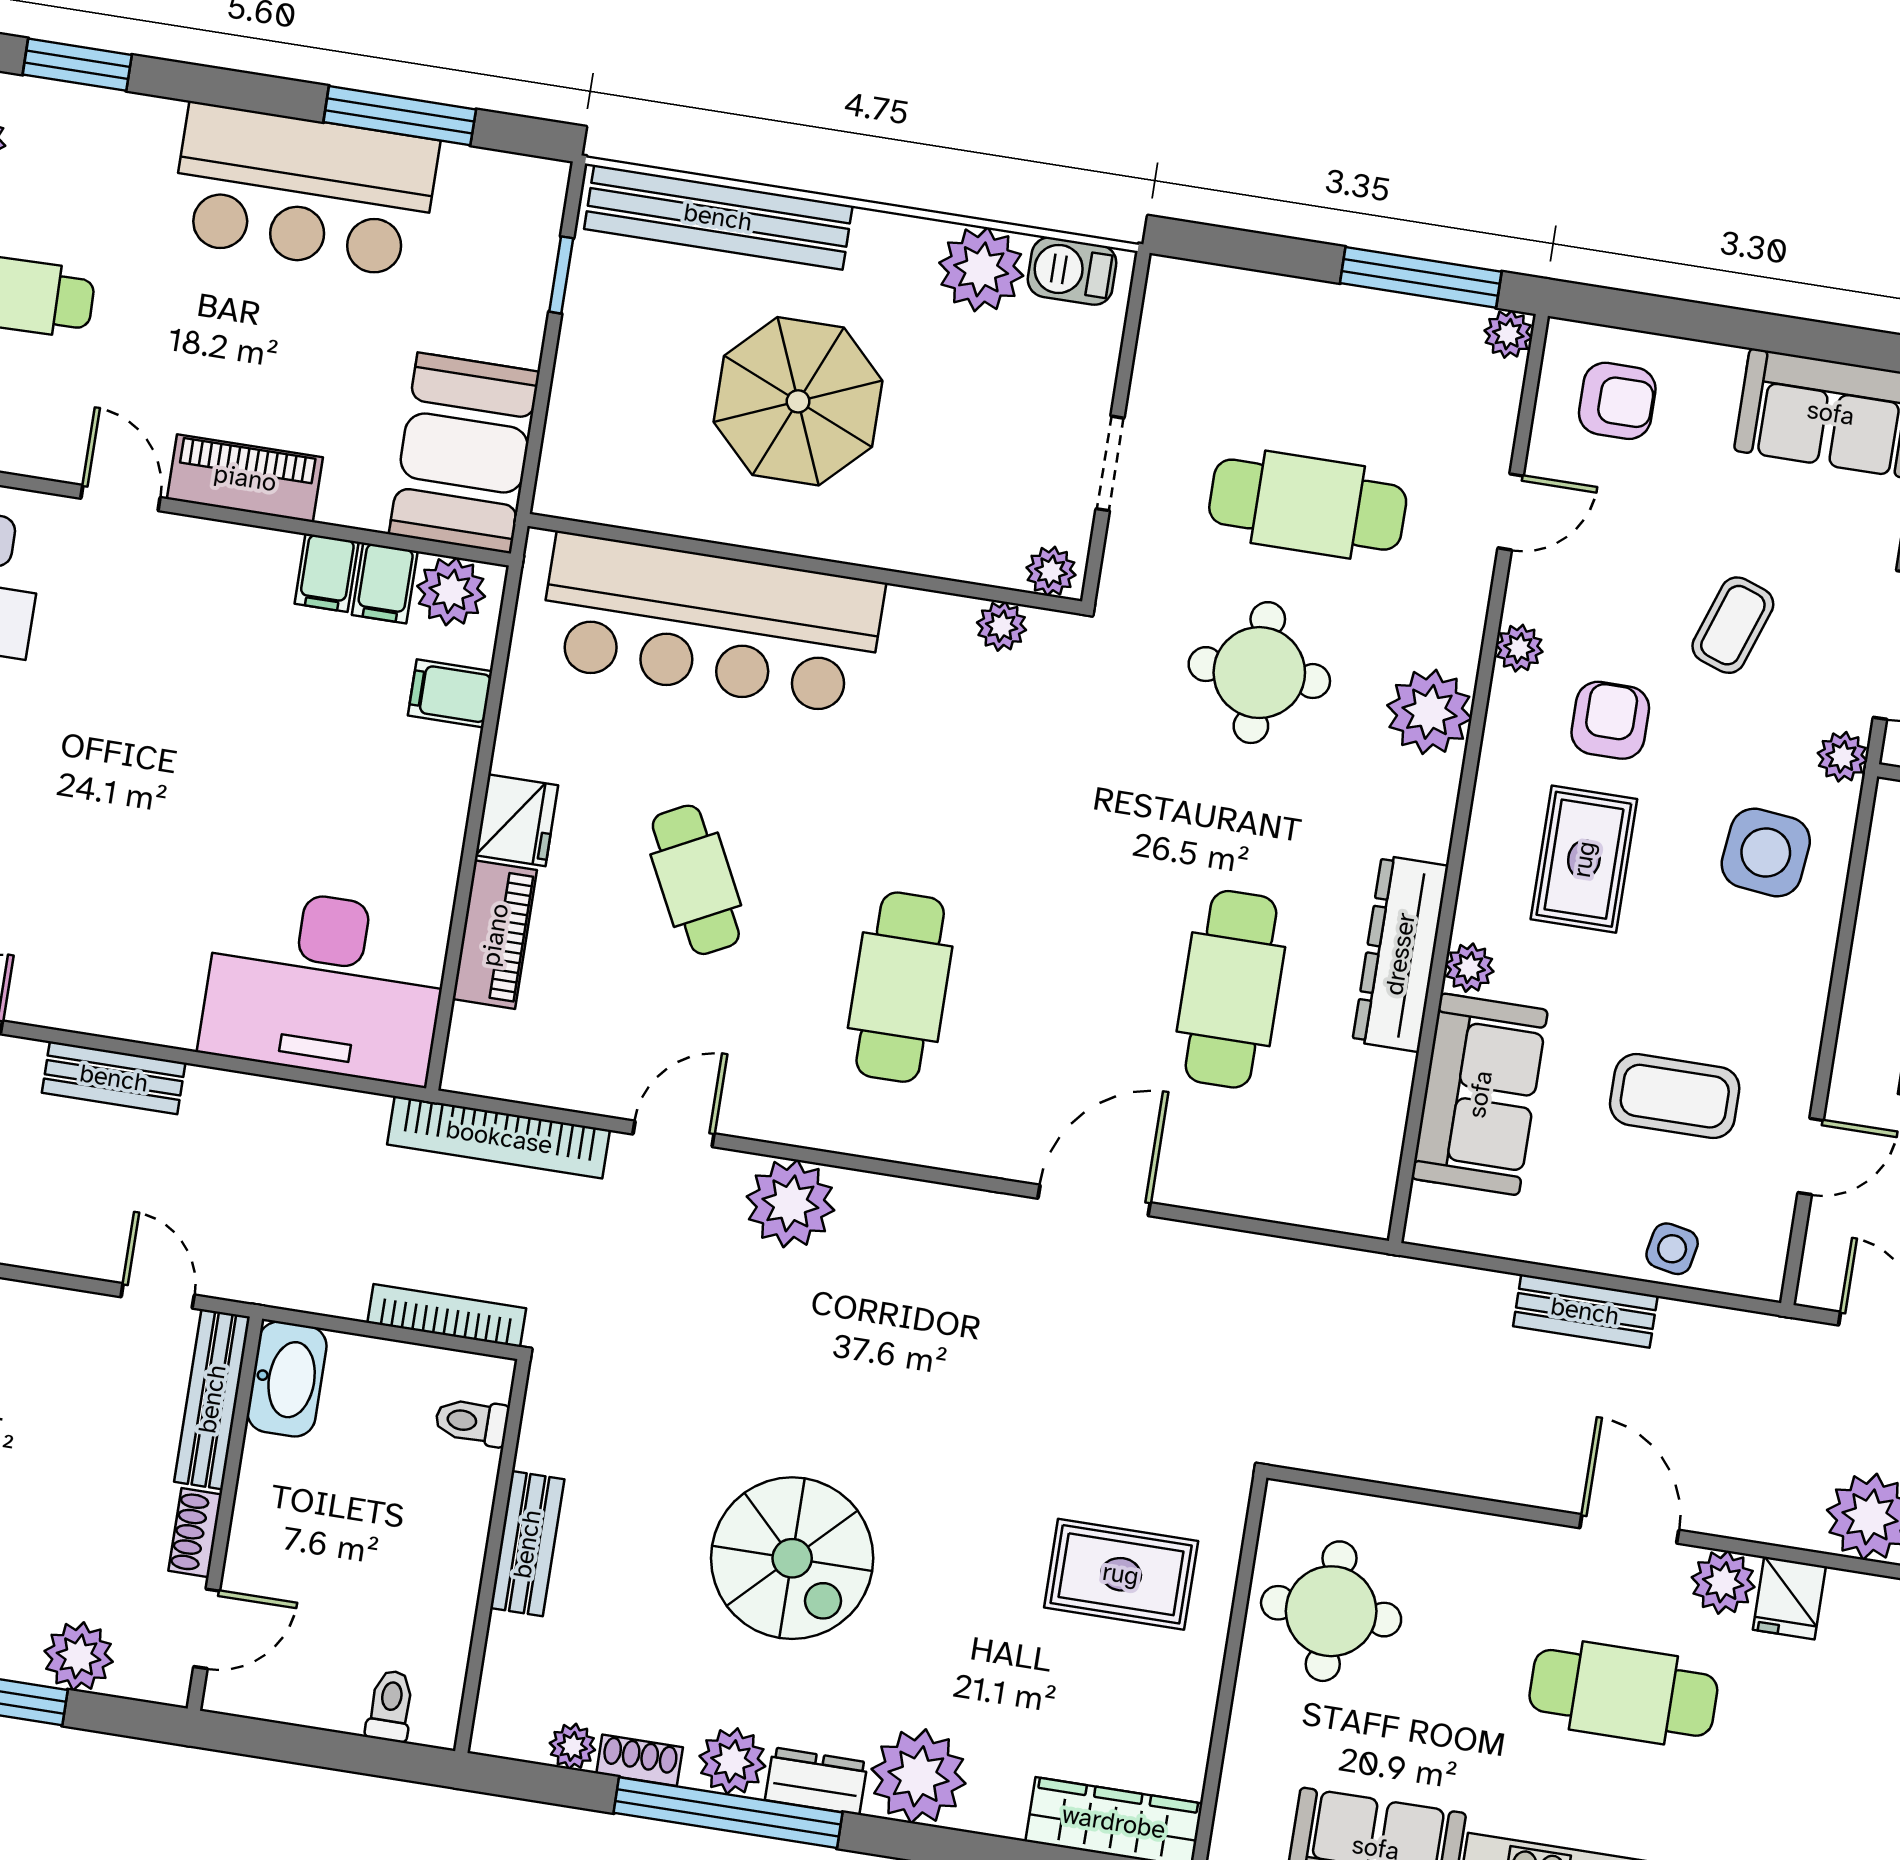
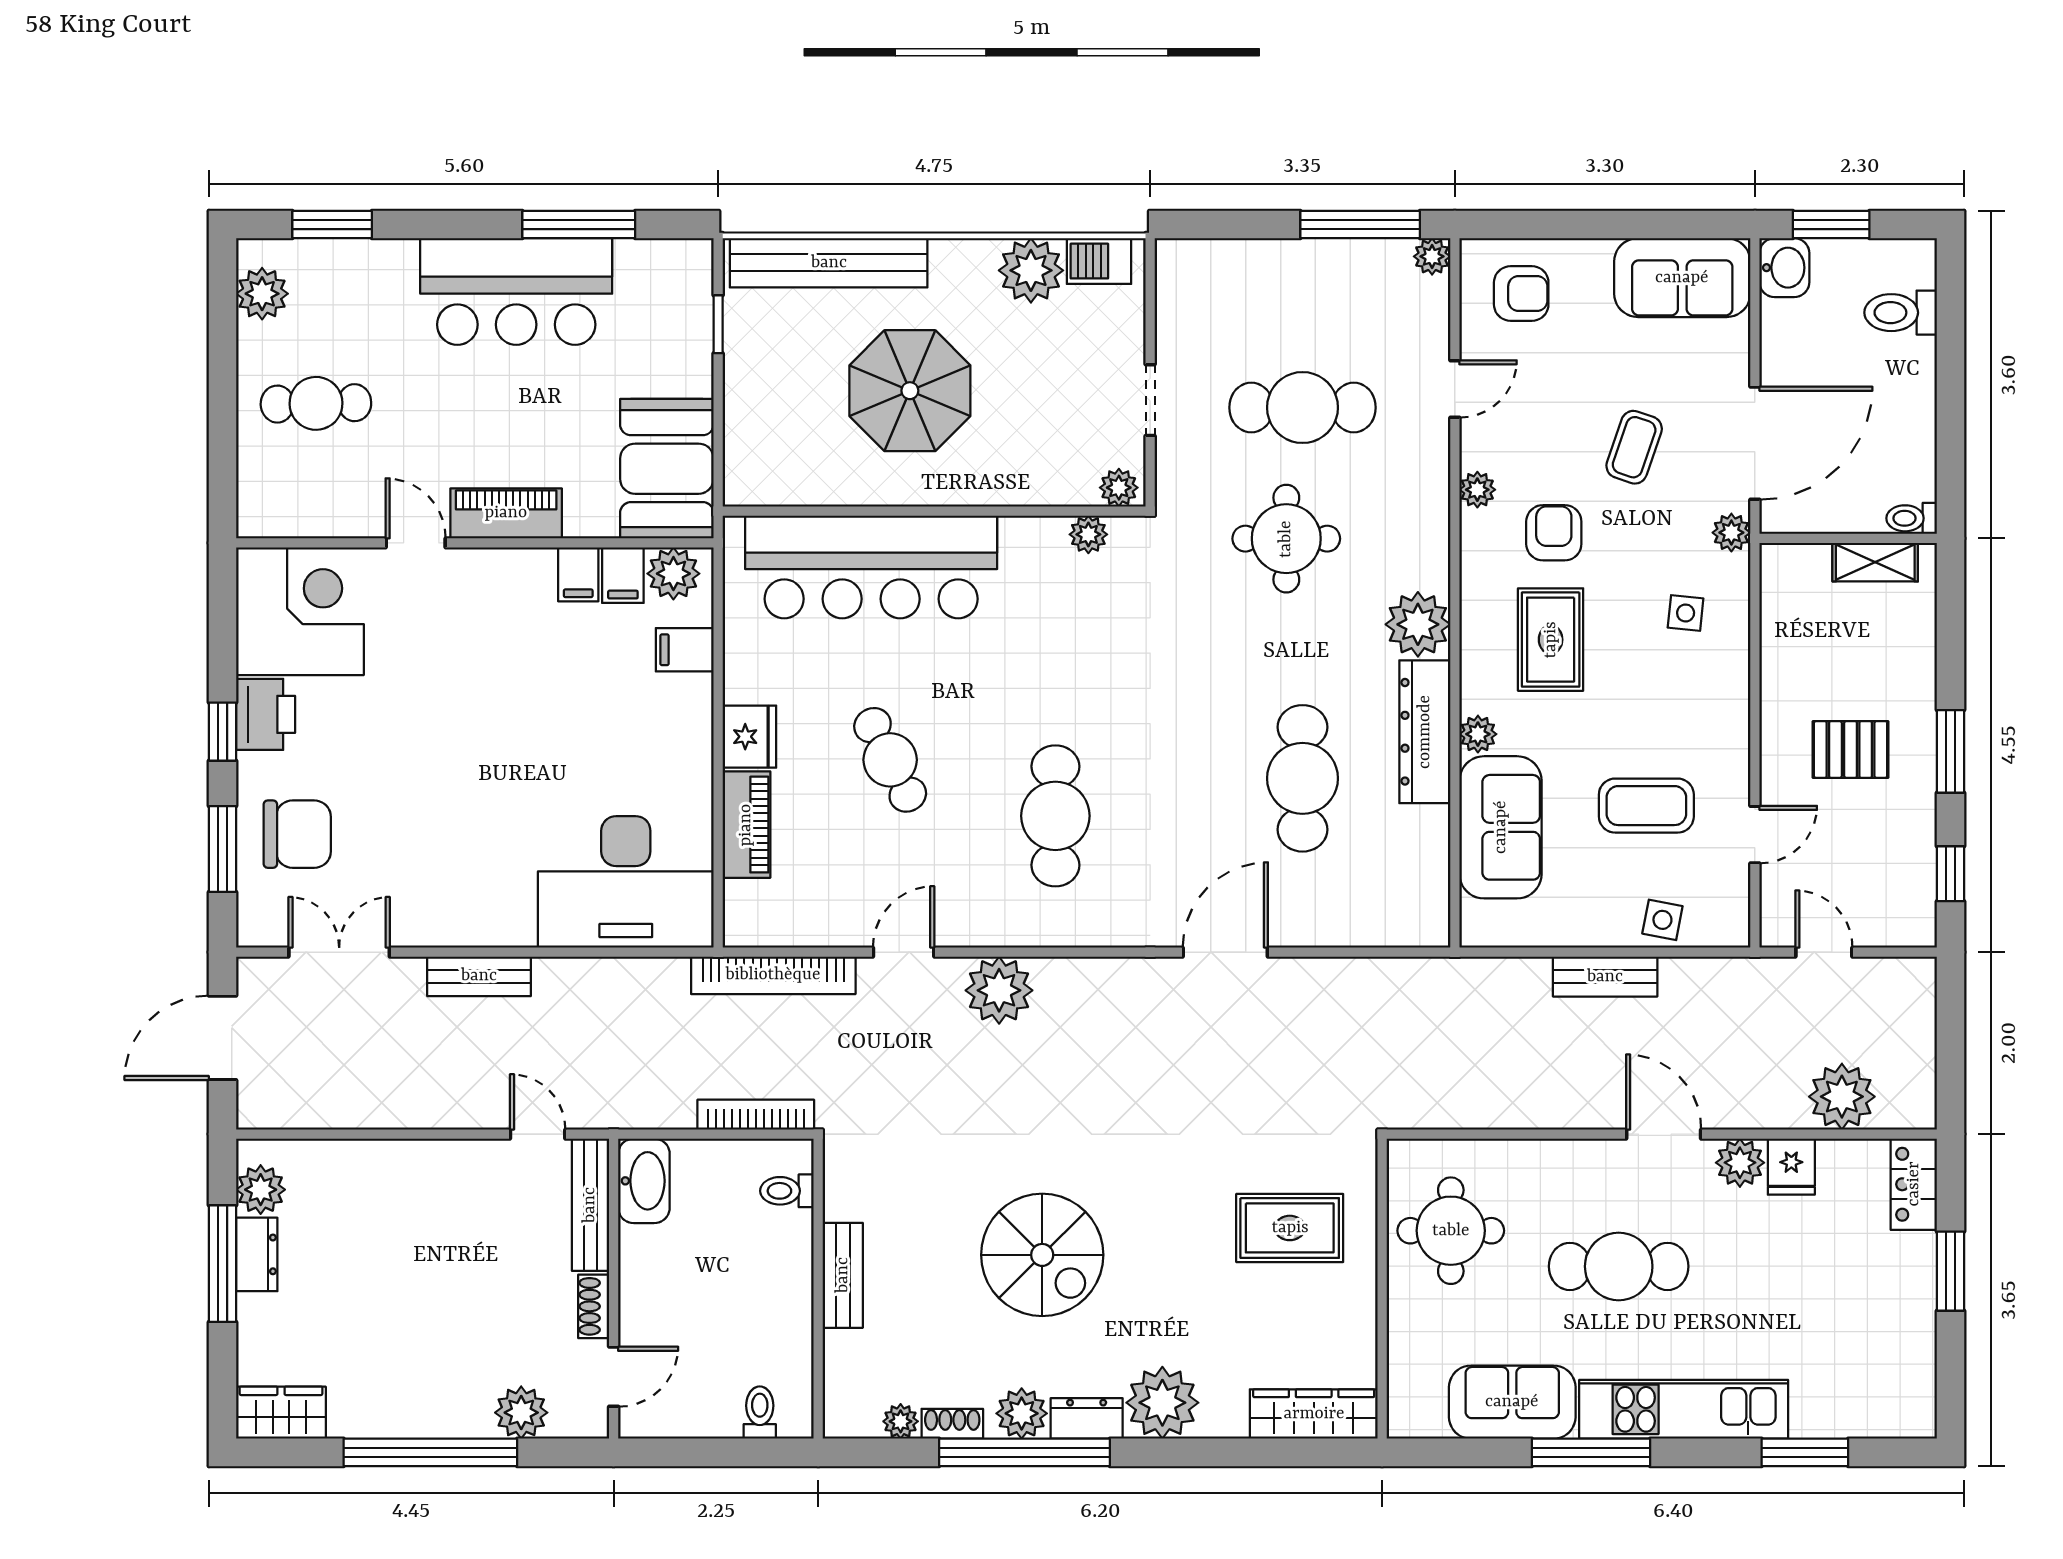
plant: (1429, 712) -> (1418, 624), moved
side table: (1766, 852) -> (1686, 613), width x0.54, depth x0.54
cafe table: (1623, 1693) -> (1619, 1266), moved

